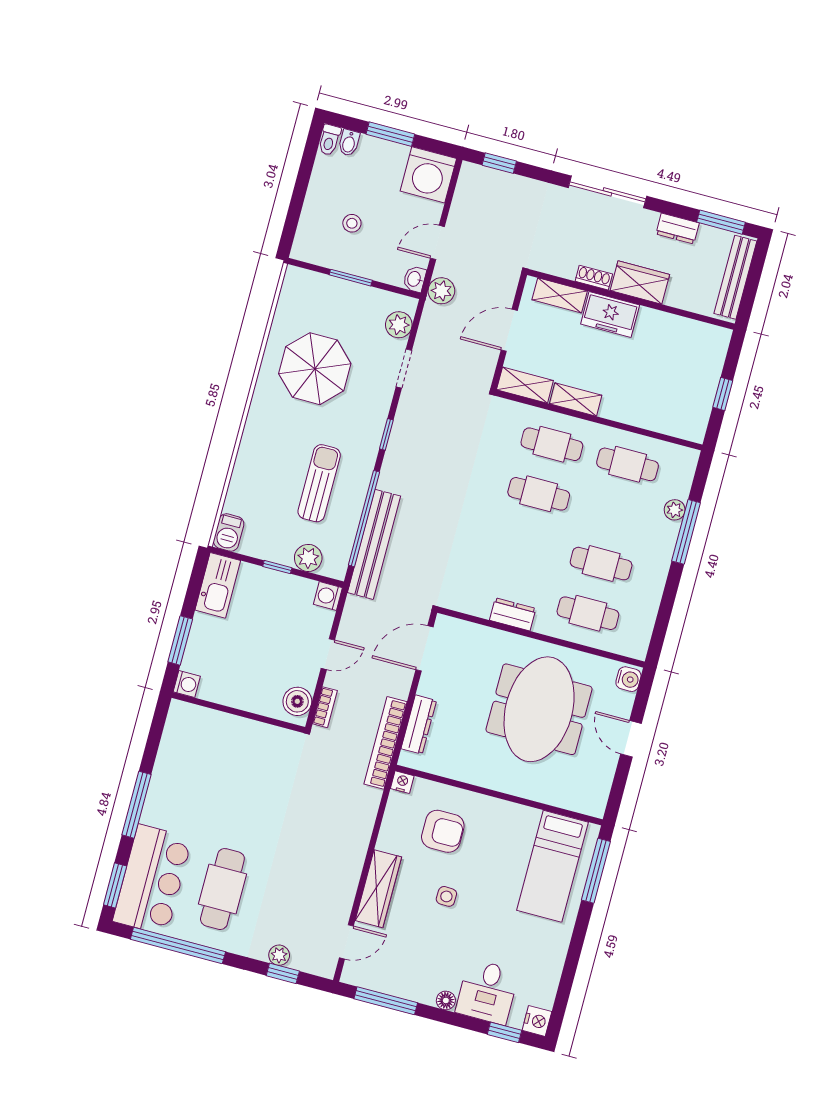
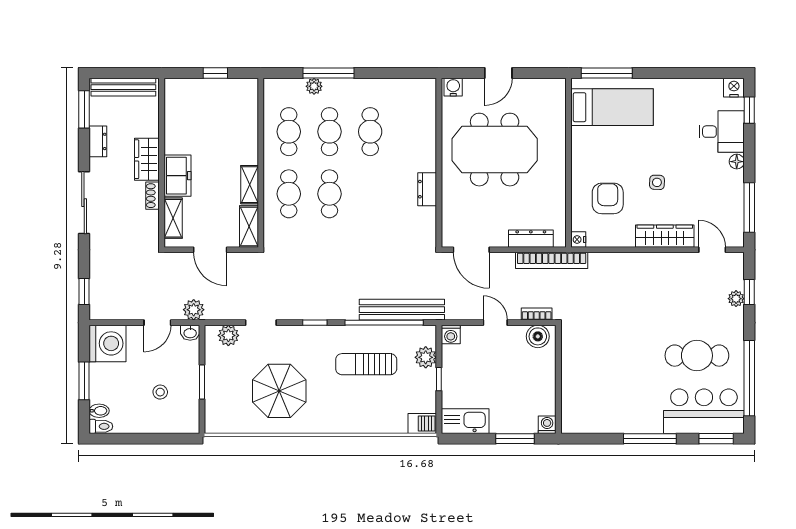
door: (437, 242) -> (157, 323), hinge flipped
cafe table: (588, 613) -> (329, 132), moved

